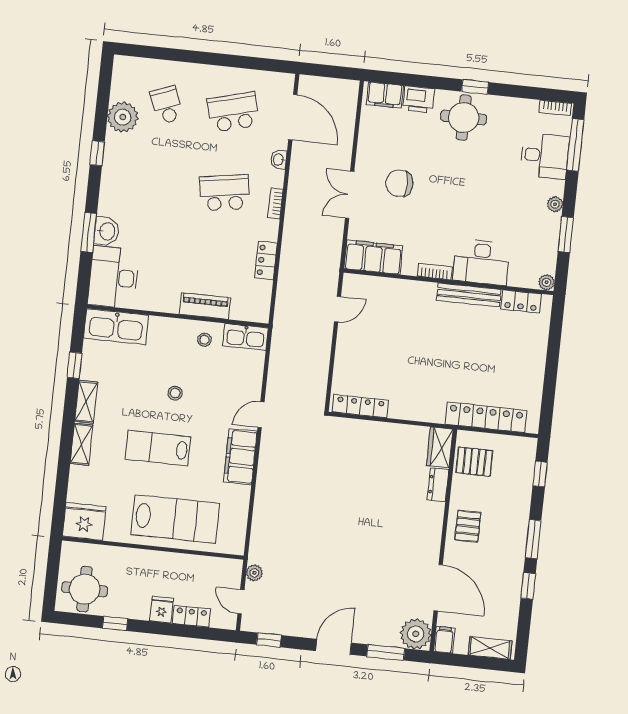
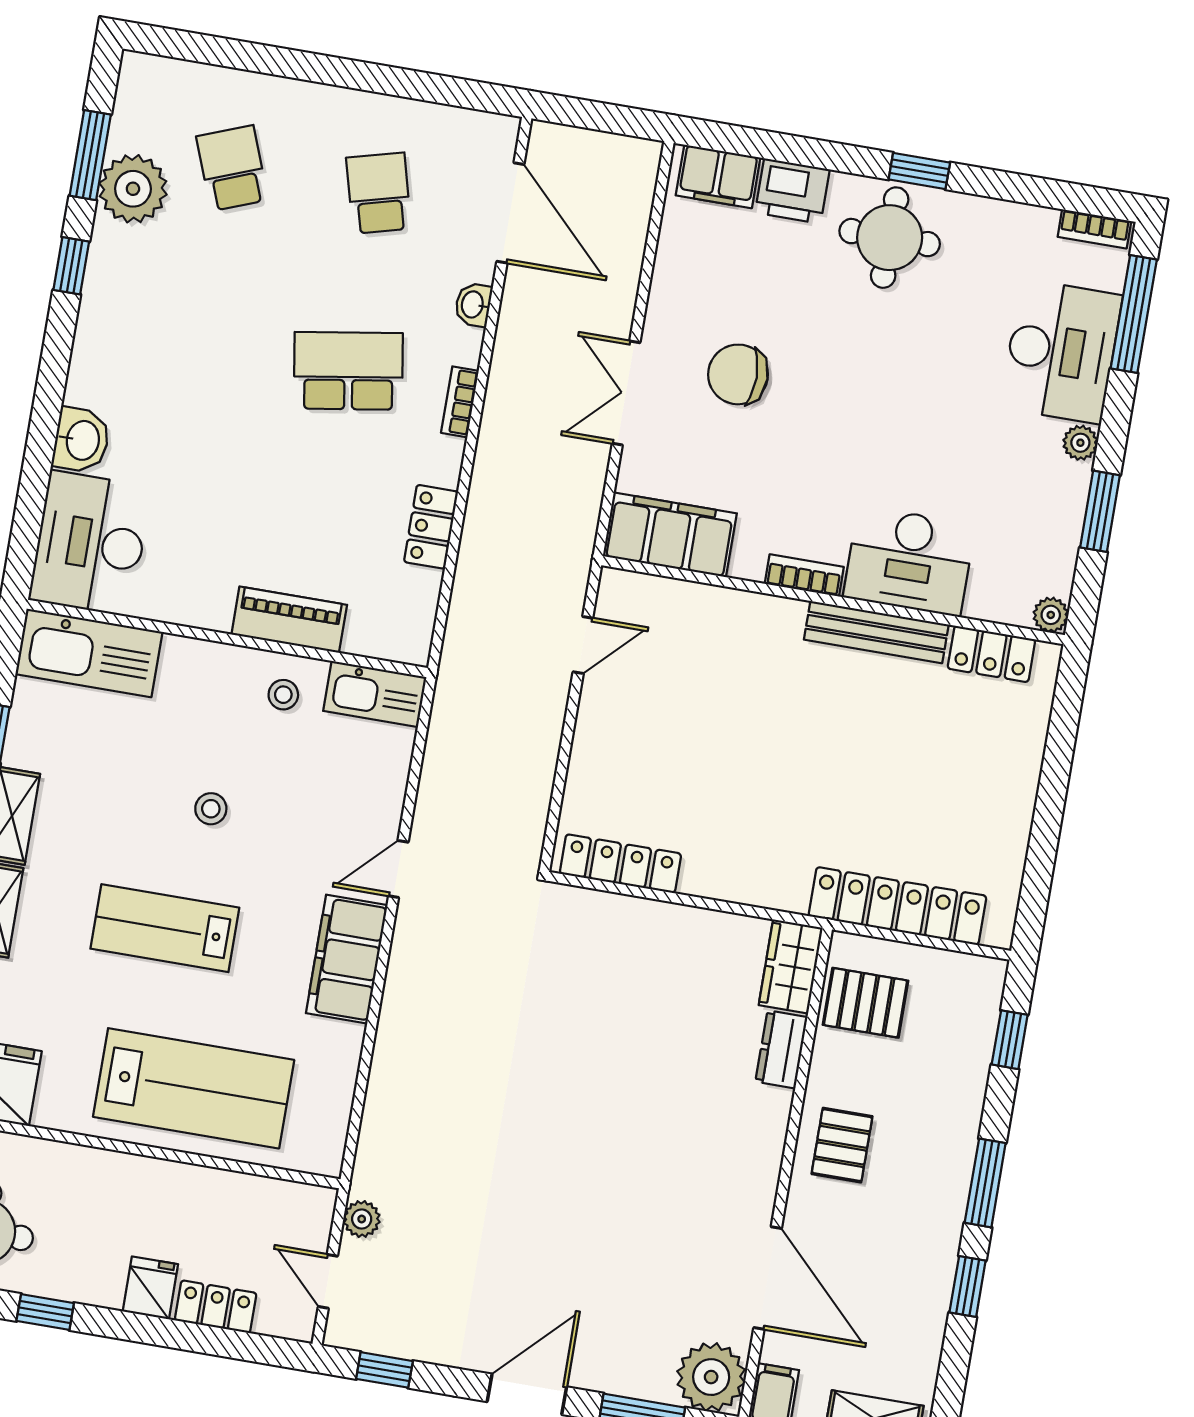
school desk: (233, 112) -> (379, 193), width x0.54
desk: (545, 156) -> (1061, 351), width x1.37
window: (89, 232) -> (90, 155), moved

